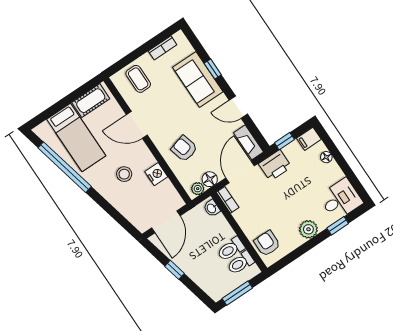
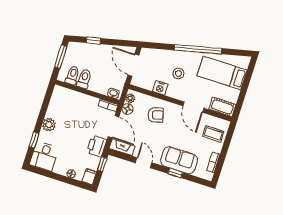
cot: (91, 101) -> (222, 107), moved, turned 90
door: (238, 107) -> (144, 163), hinge flipped
door: (137, 125) -> (193, 107), swing flipped
window: (65, 167) -> (198, 49), moved
armchair: (267, 243) -> (66, 98), removed
window: (174, 270) -> (93, 41), moved

